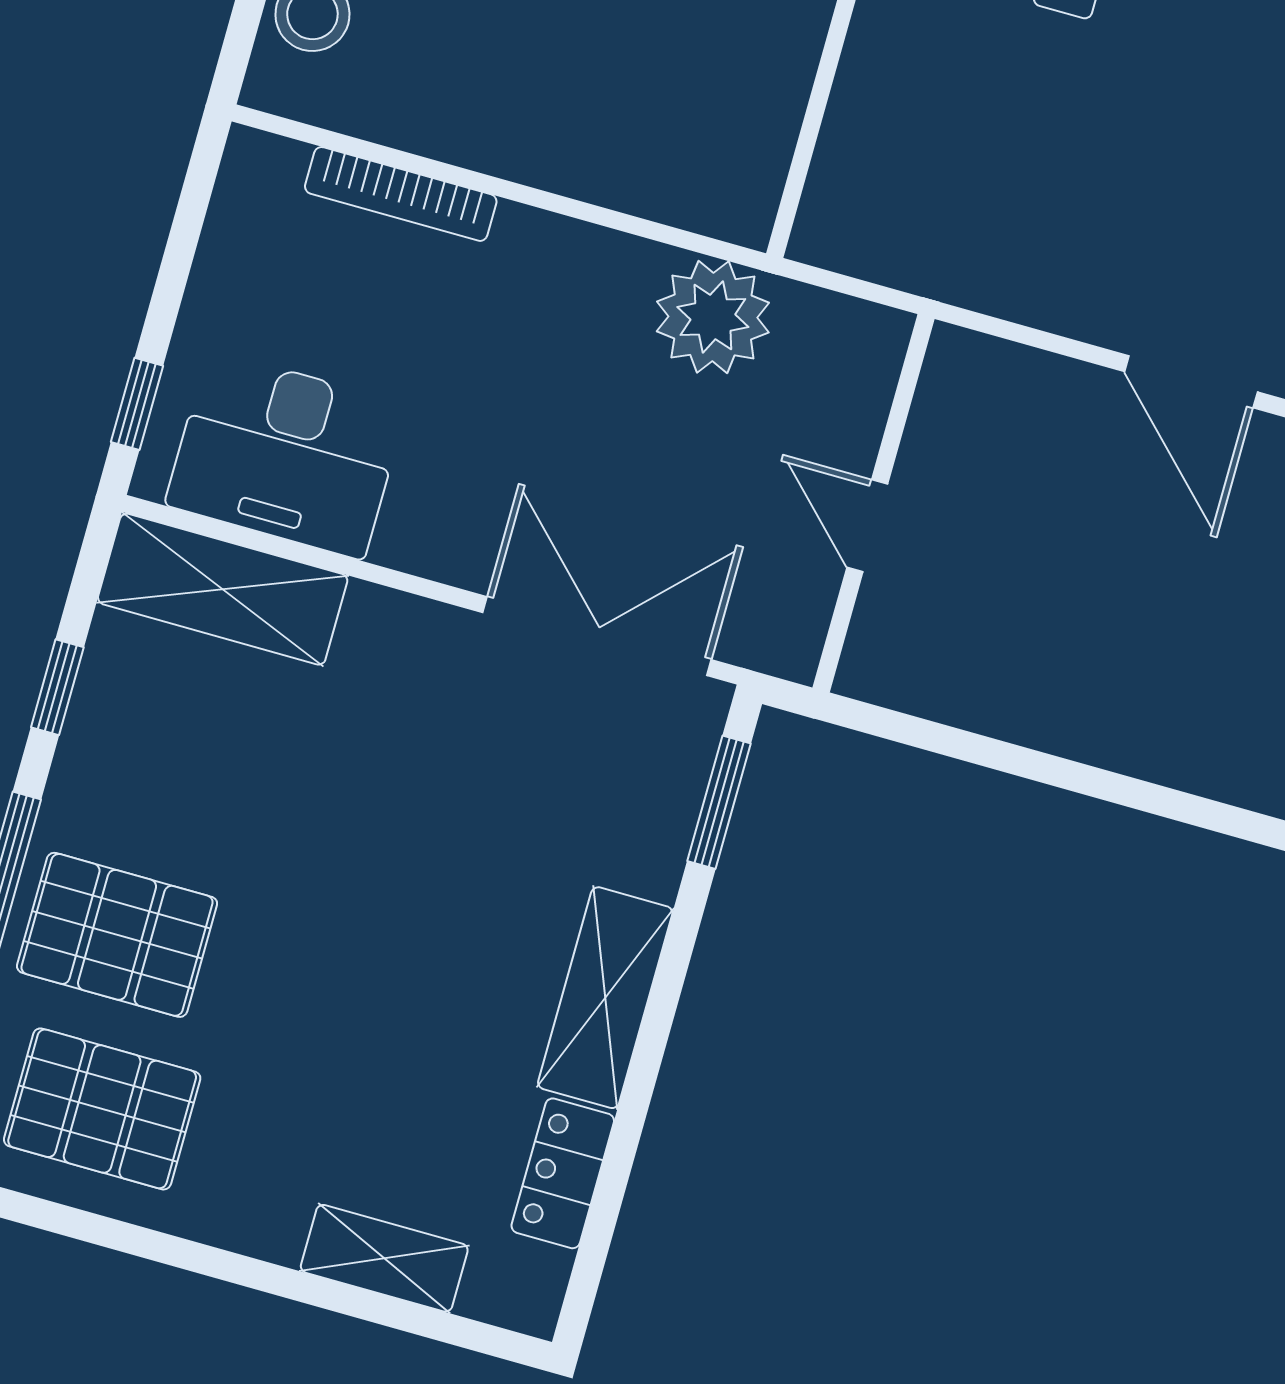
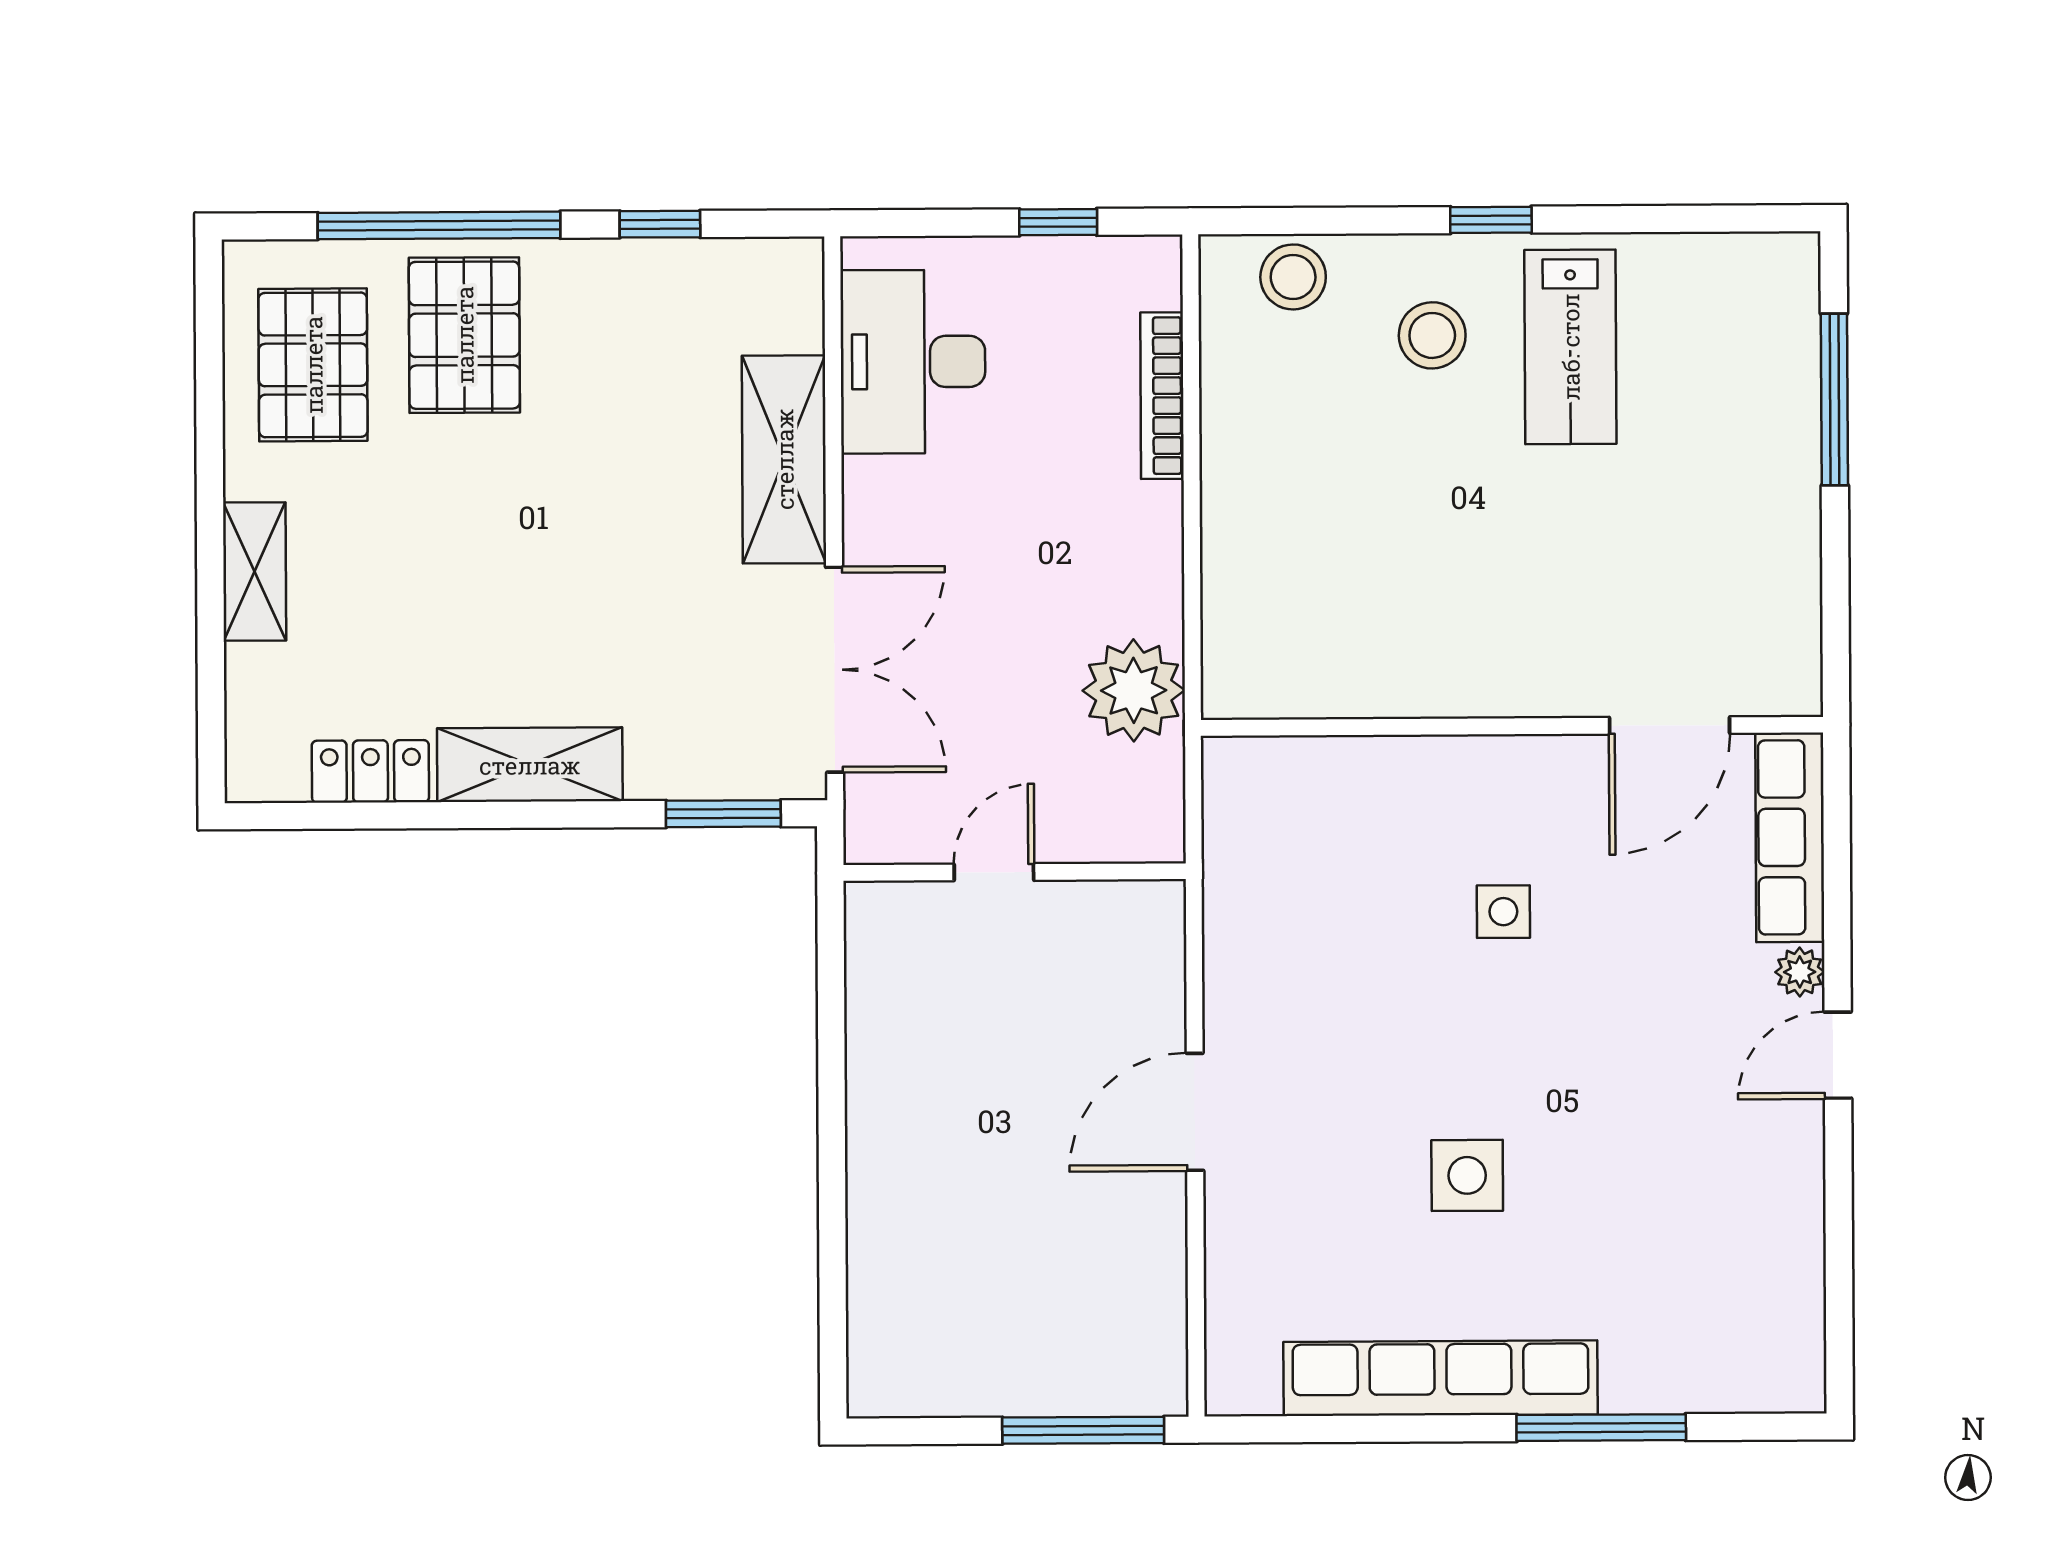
window: (137, 404) -> (1058, 222), moved
shelving: (223, 589) -> (784, 459), moved
shelving: (384, 1258) -> (255, 571), moved

